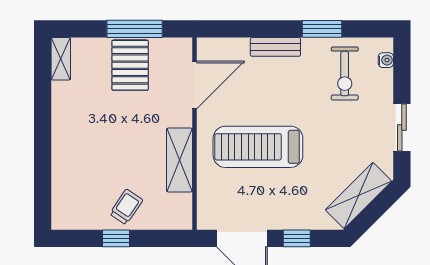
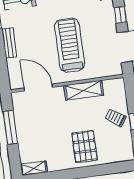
pallet: (130, 65) -> (85, 146), moved, turned 90
treadmill: (258, 147) -> (70, 45), turned 180

